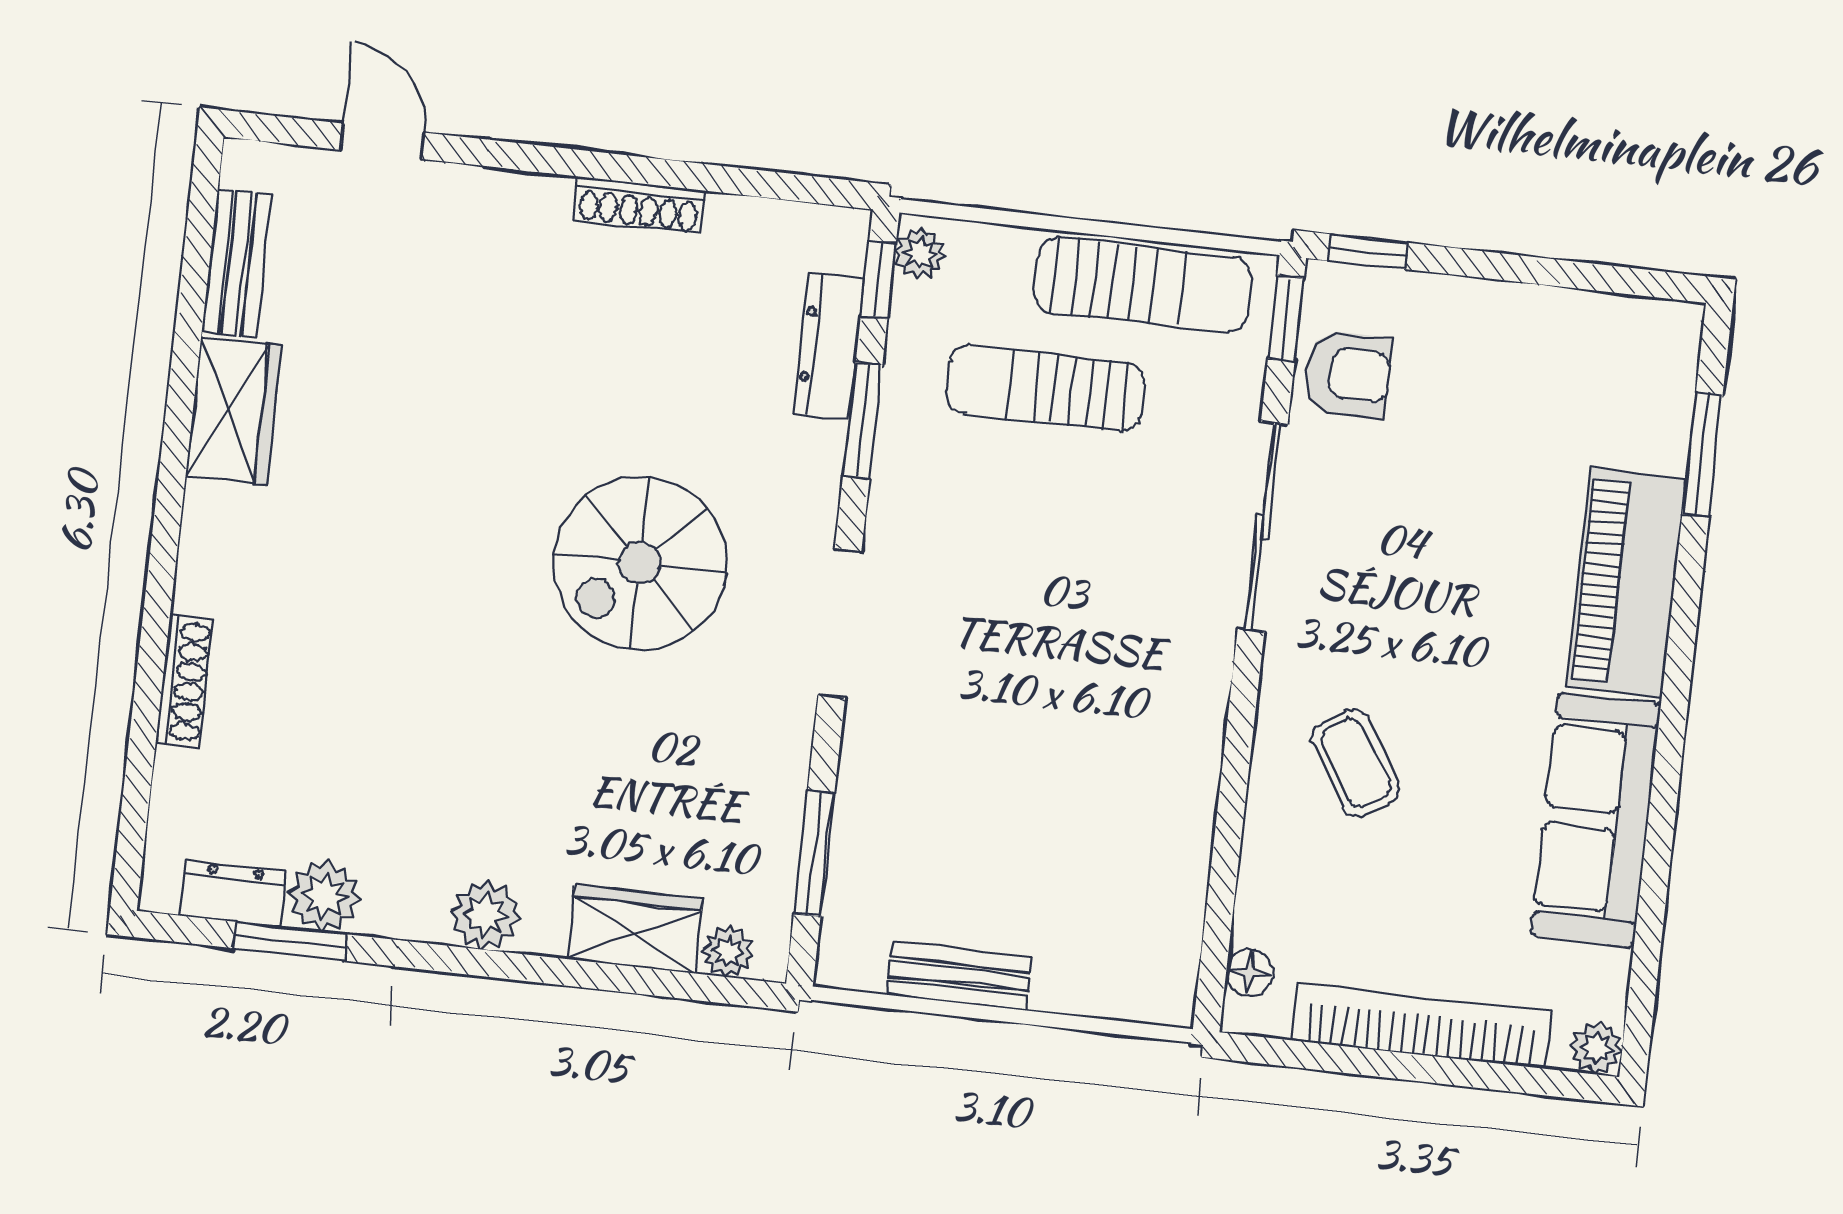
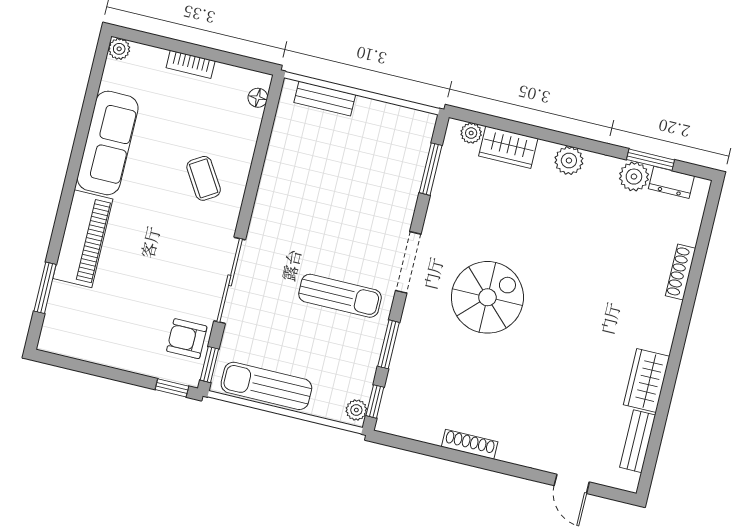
dresser: (830, 346) -> (398, 377), removed
sun lounger: (1045, 388) -> (340, 296), moved
bench: (959, 976) -> (325, 99), moved
bookcase: (1421, 1026) -> (191, 64), width x0.43, depth x0.76

